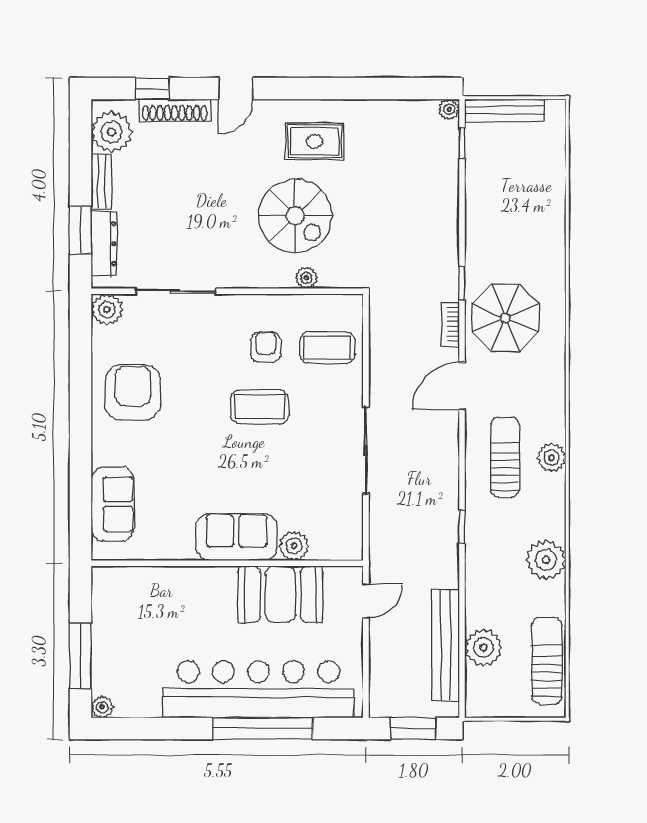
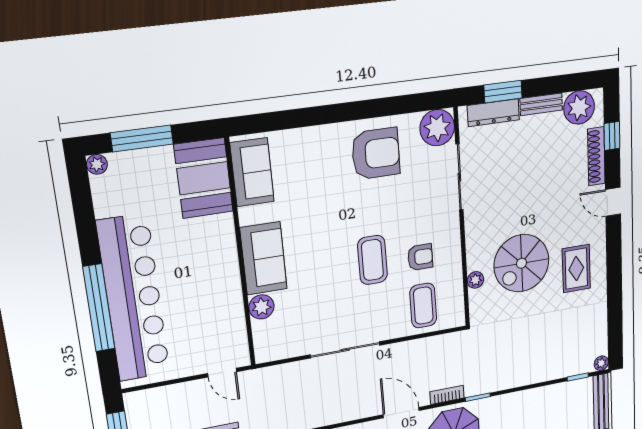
plant: (107, 310) -> (437, 128), width x1.36, depth x1.36
sofa: (113, 504) -> (252, 172), moved, turned -90
booth: (280, 594) -> (204, 178), moved

